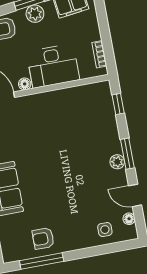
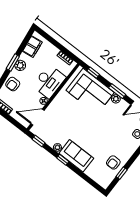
corner sofa: (93, 124) -> (90, 91), added
window: (42, 261) -> (122, 173), width x0.46

